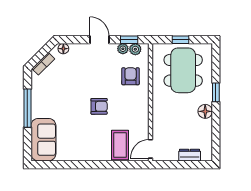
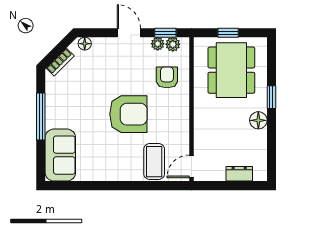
armchair: (99, 106) -> (128, 114), width x1.88, depth x1.88

